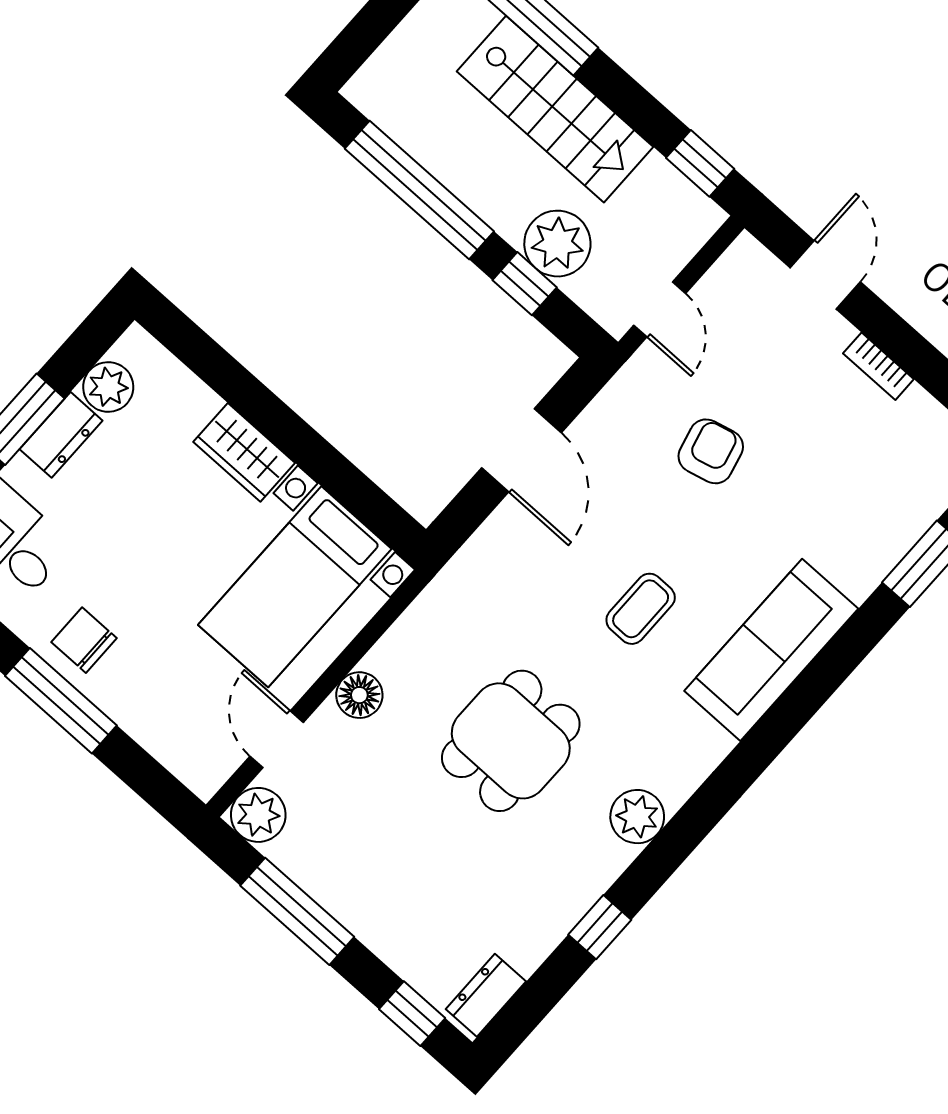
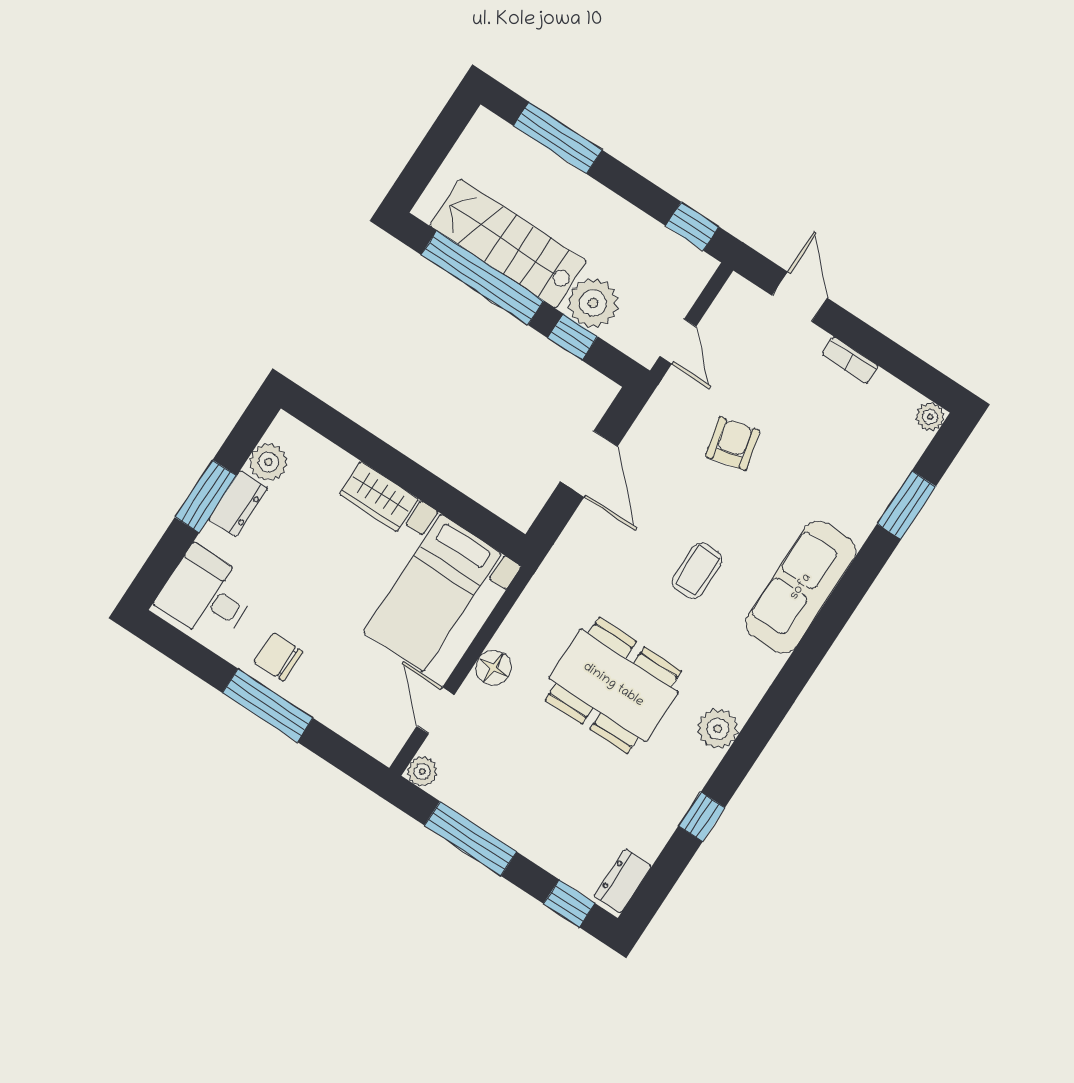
stairs: (555, 109) -> (508, 243), moved, turned 180
dining table: (511, 741) -> (613, 685), width x1.38
plant: (258, 815) -> (422, 771), width x0.73, depth x0.73

